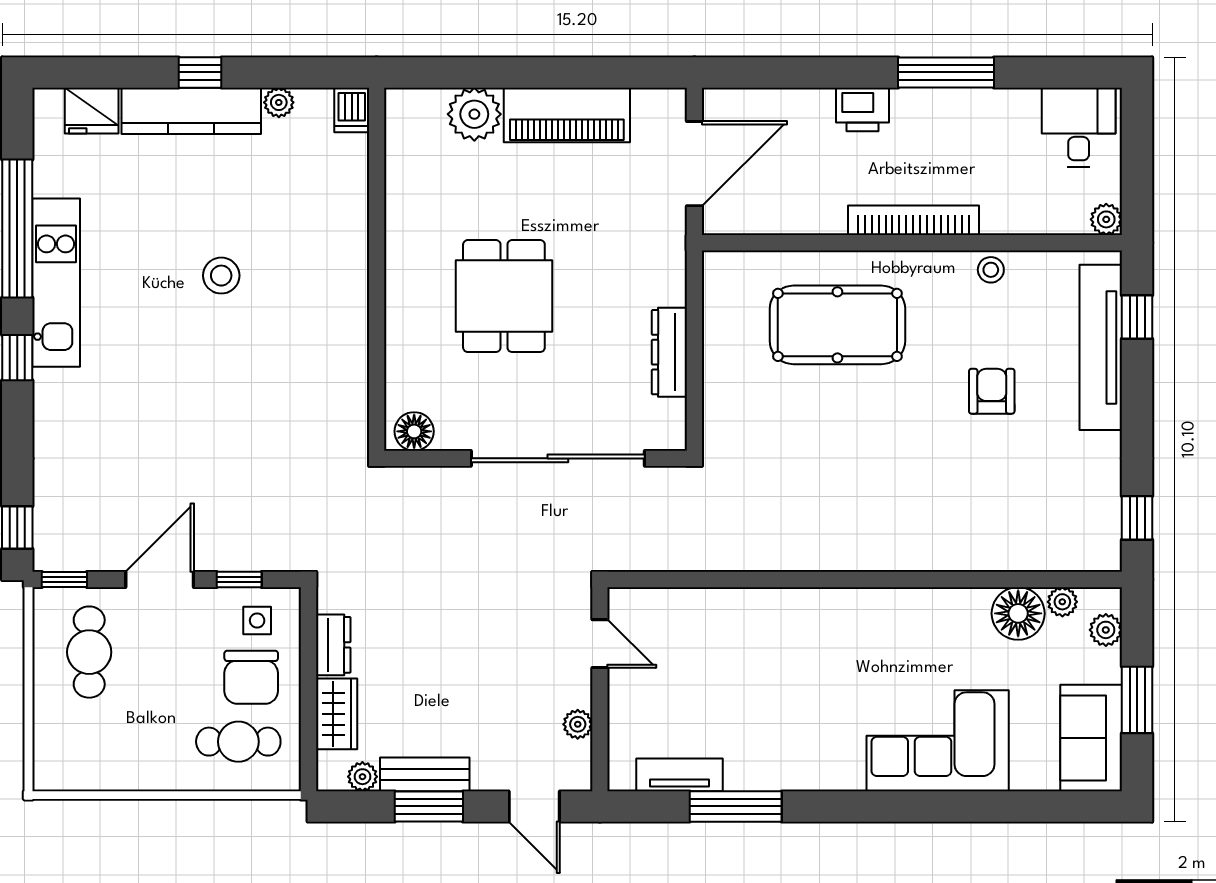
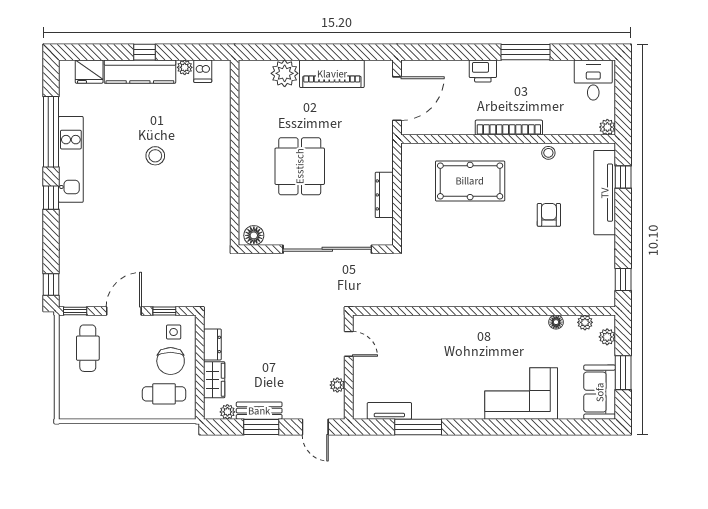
dishwasher: (352, 110) -> (203, 71), moved
floor lamp: (1018, 613) -> (556, 322), width x0.53, depth x0.53

